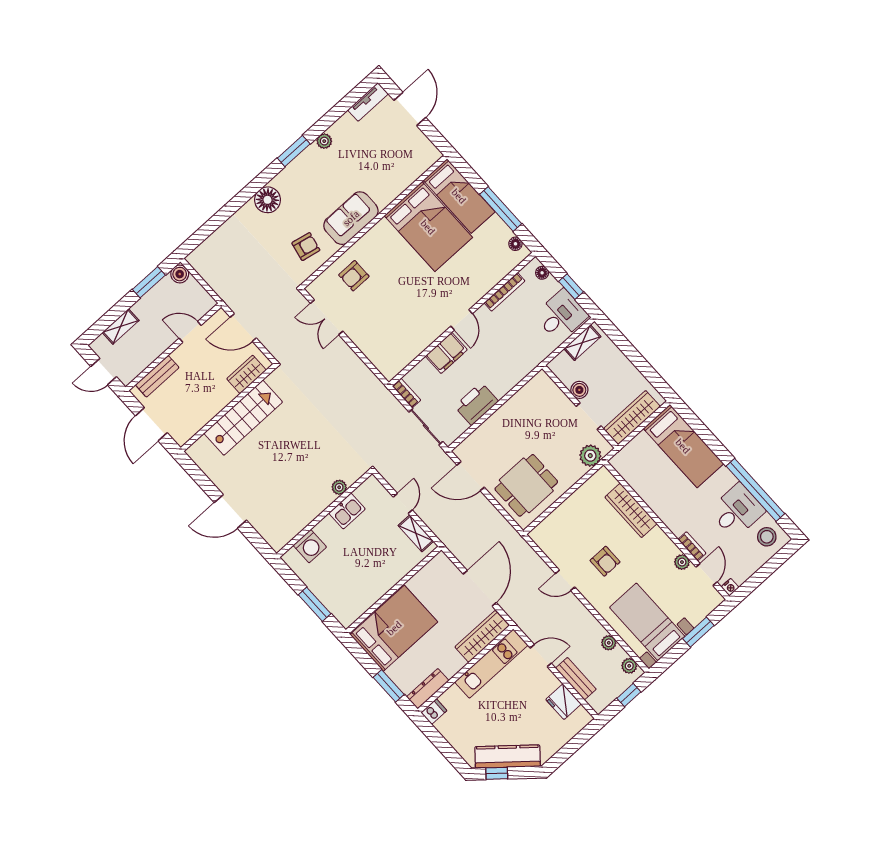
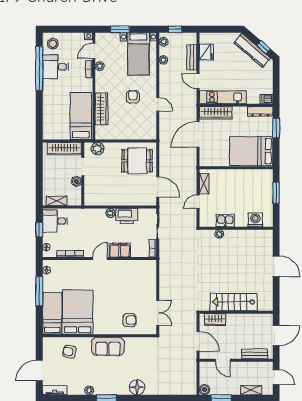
armchair: (306, 247) -> (70, 352), moved
plant: (501, 389) -> (110, 213), added
bed: (683, 446) -> (81, 116), moved

